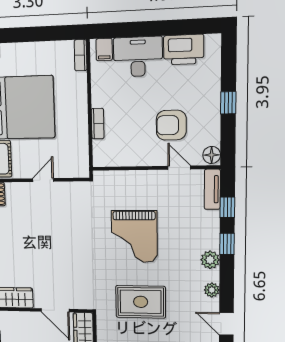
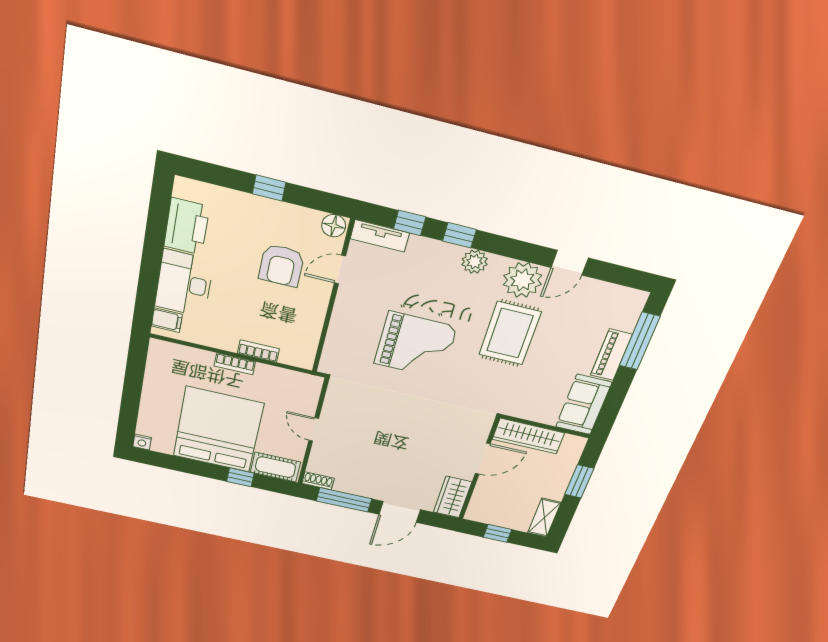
bookcase: (81, 55) -> (235, 364), moved
plant: (212, 290) -> (523, 280), width x1.88, depth x1.88
rug: (141, 302) -> (510, 333), moved

